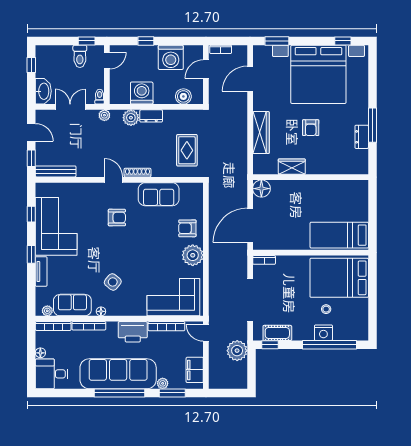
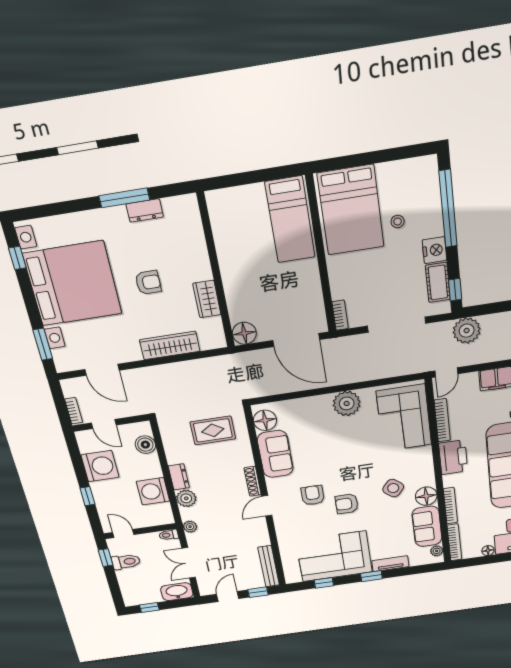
floor lamp: (189, 191) -> (265, 420), added
armchair: (187, 228) -> (347, 504), moved, turned 90
floor lamp: (101, 311) -> (426, 496), width x1.89, depth x1.89
nightstand: (323, 333) -> (434, 250), moved

